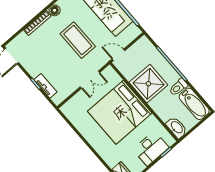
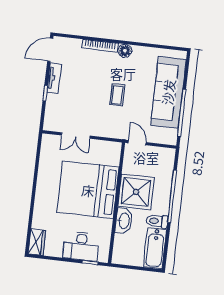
coffee table: (78, 40) -> (117, 95), width x0.54, depth x0.58
double door: (90, 80) -> (76, 136), moved
tv unit: (45, 86) -> (54, 78), moved
washbasin: (177, 127) -> (124, 221), moved

